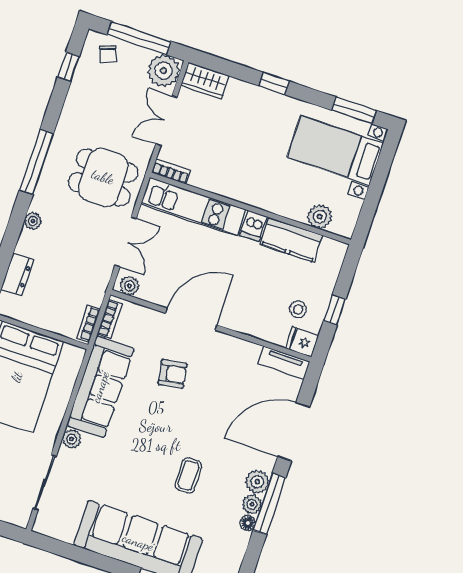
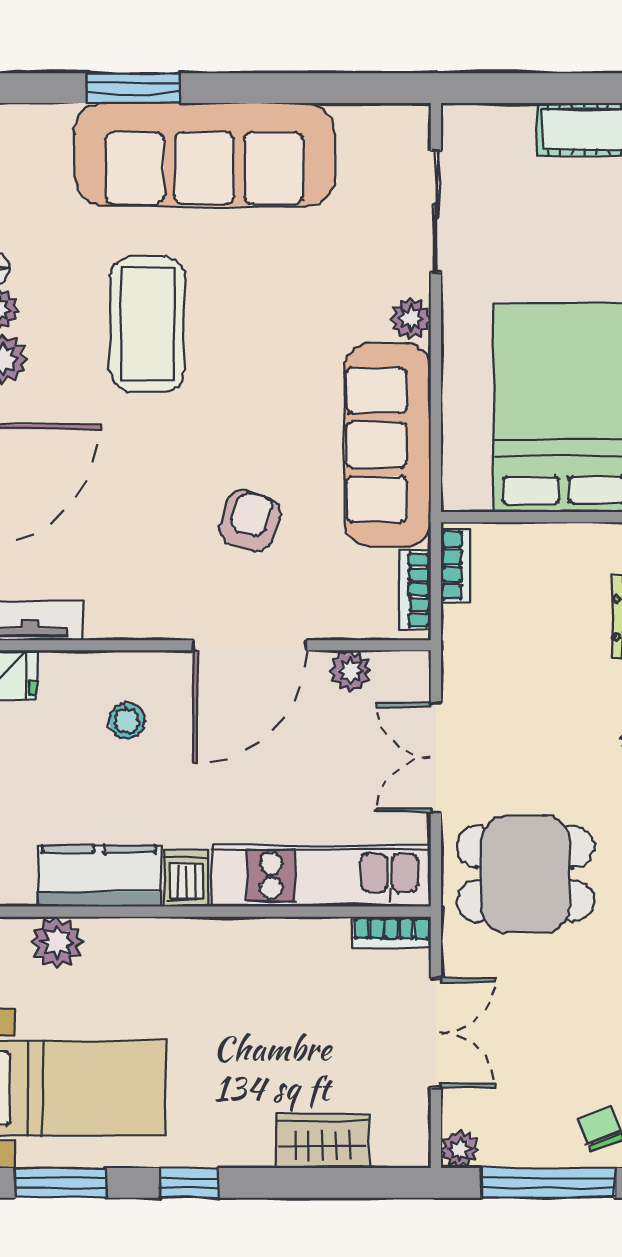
plant: (164, 71) -> (460, 1149), width x0.53, depth x0.53
wardrobe: (205, 81) -> (323, 1141), moved
window: (274, 84) -> (189, 1183), moved
plant: (129, 286) -> (350, 671), moved
stool: (298, 309) -> (127, 721), moved
armchair: (172, 374) -> (250, 521), turned 117
coffee table: (188, 476) -> (147, 324), width x1.86, depth x1.72

